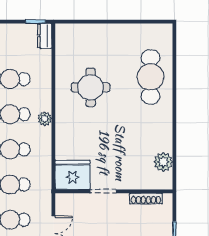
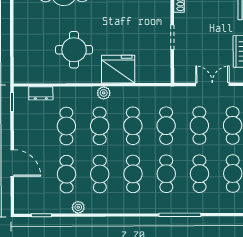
dresser: (45, 36) -> (41, 93), moved
fridge: (73, 175) -> (118, 69), moved, turned 90

